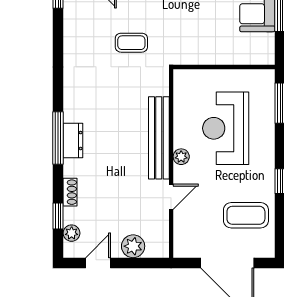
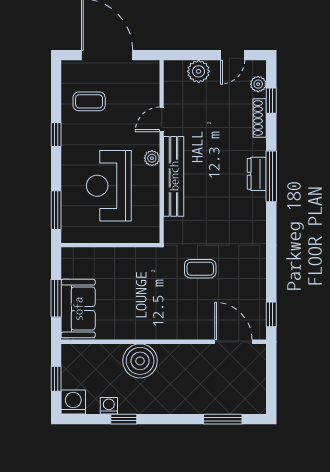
reception desk: (226, 128) -> (109, 186), turned 180
shoe rack: (70, 192) -> (260, 118), width x1.43
coffee table: (246, 215) -> (89, 101), width x0.73, depth x0.77

